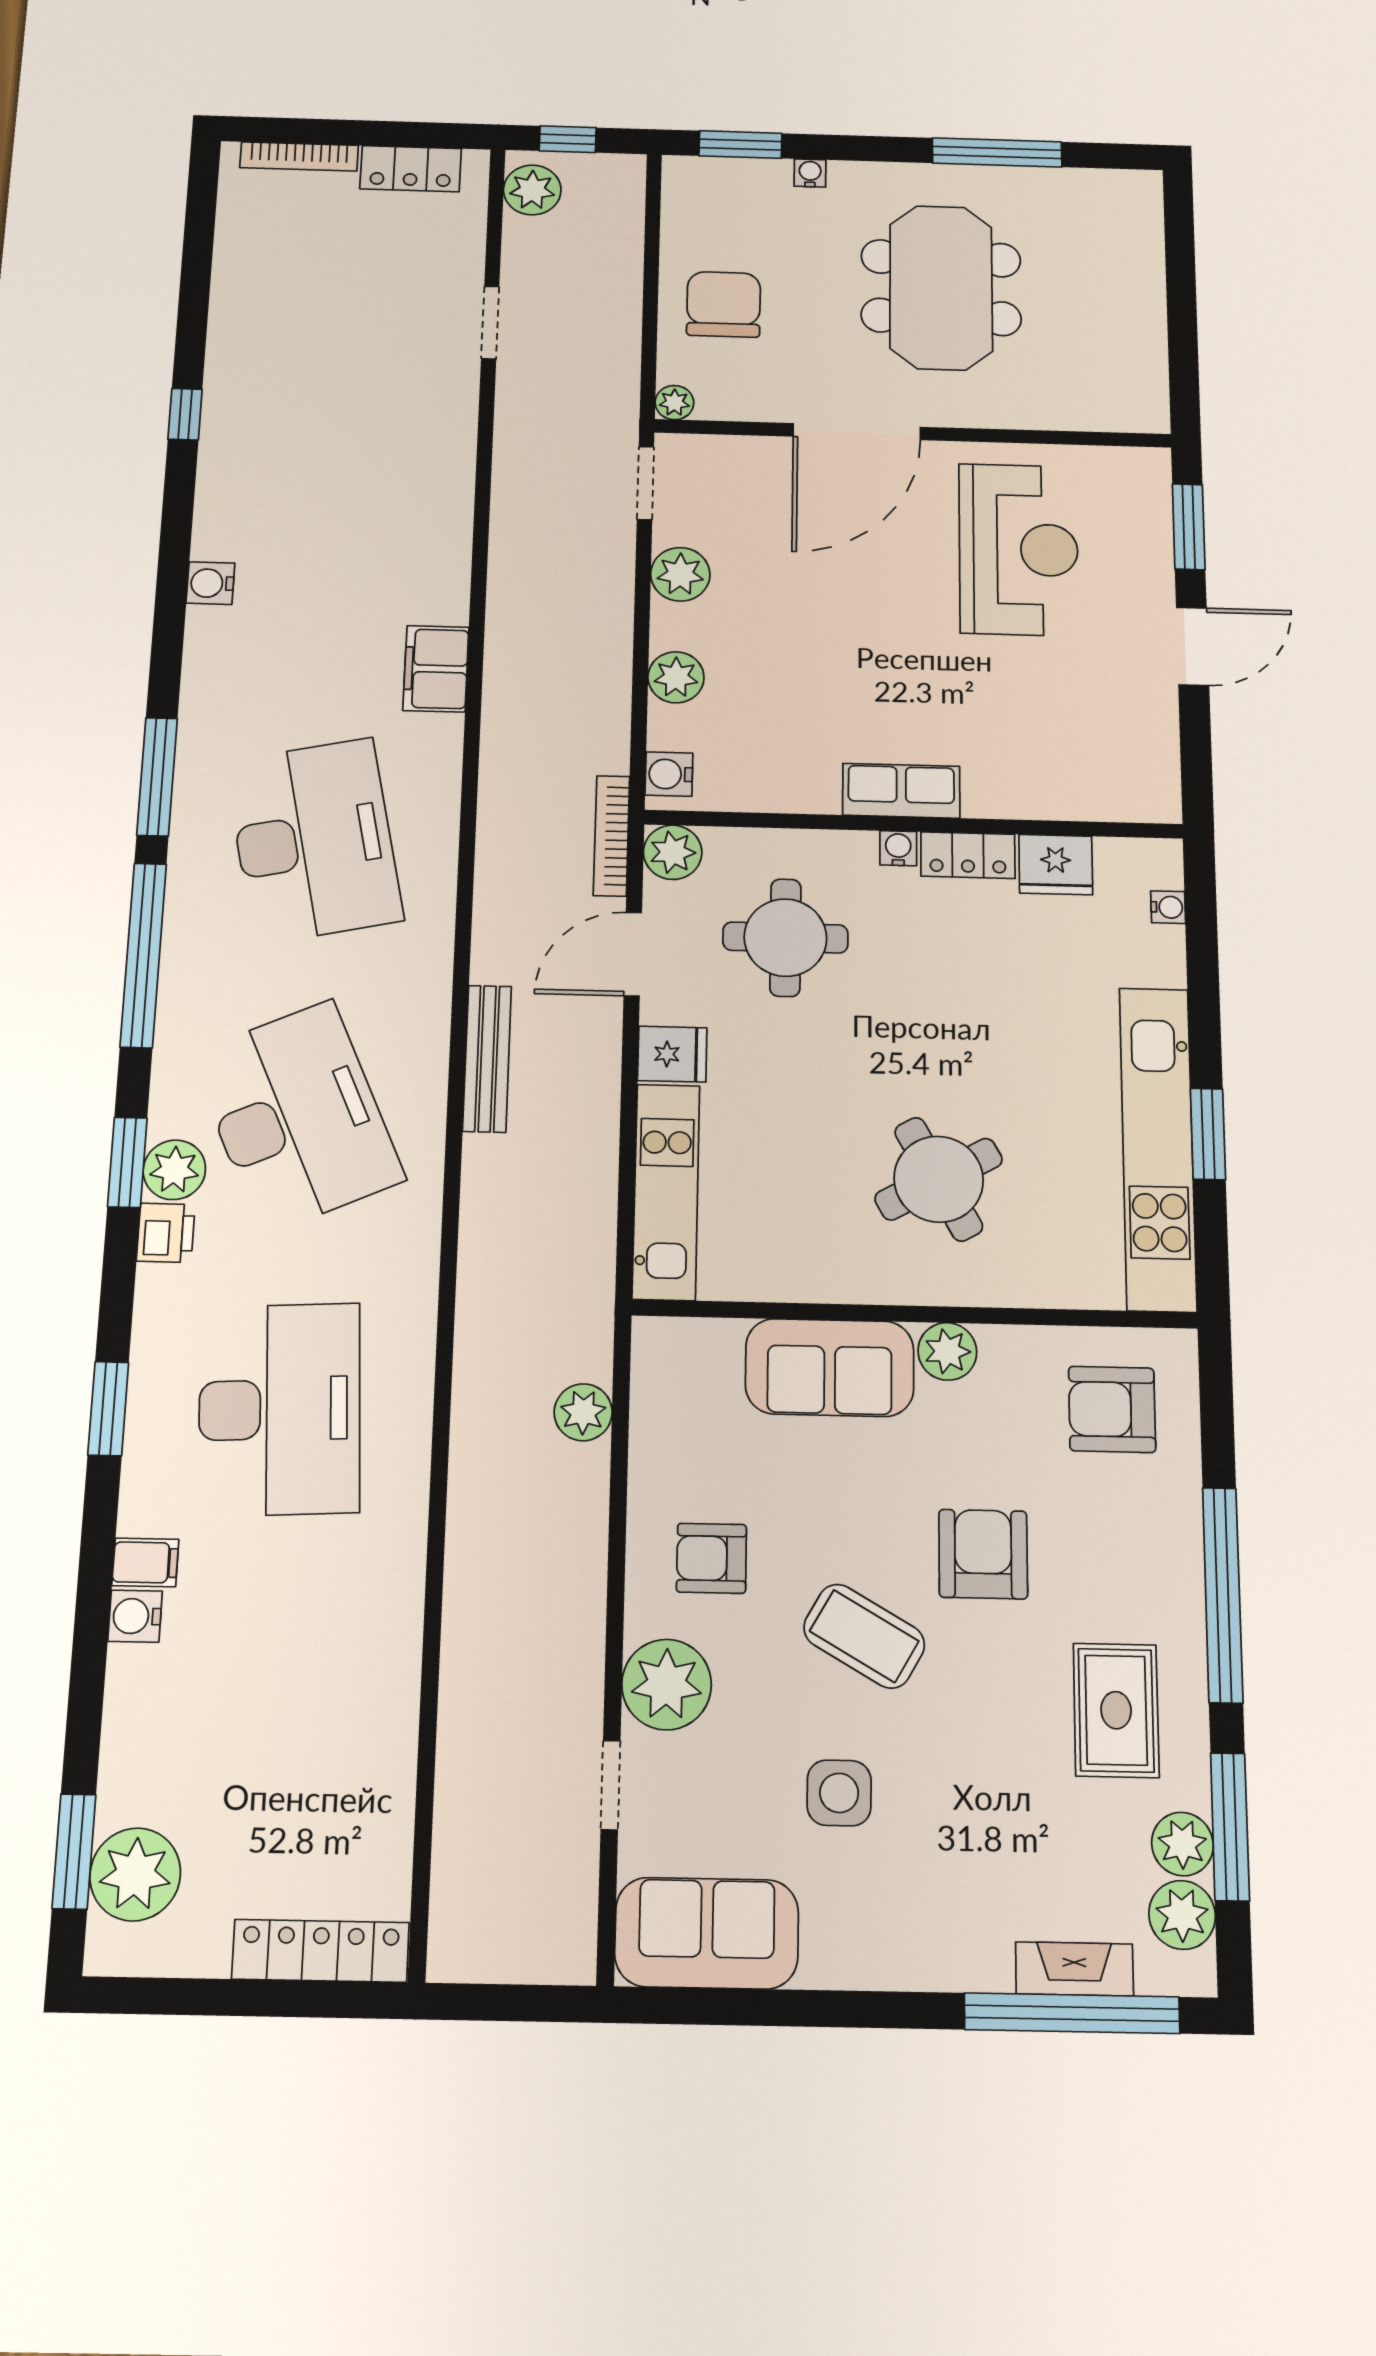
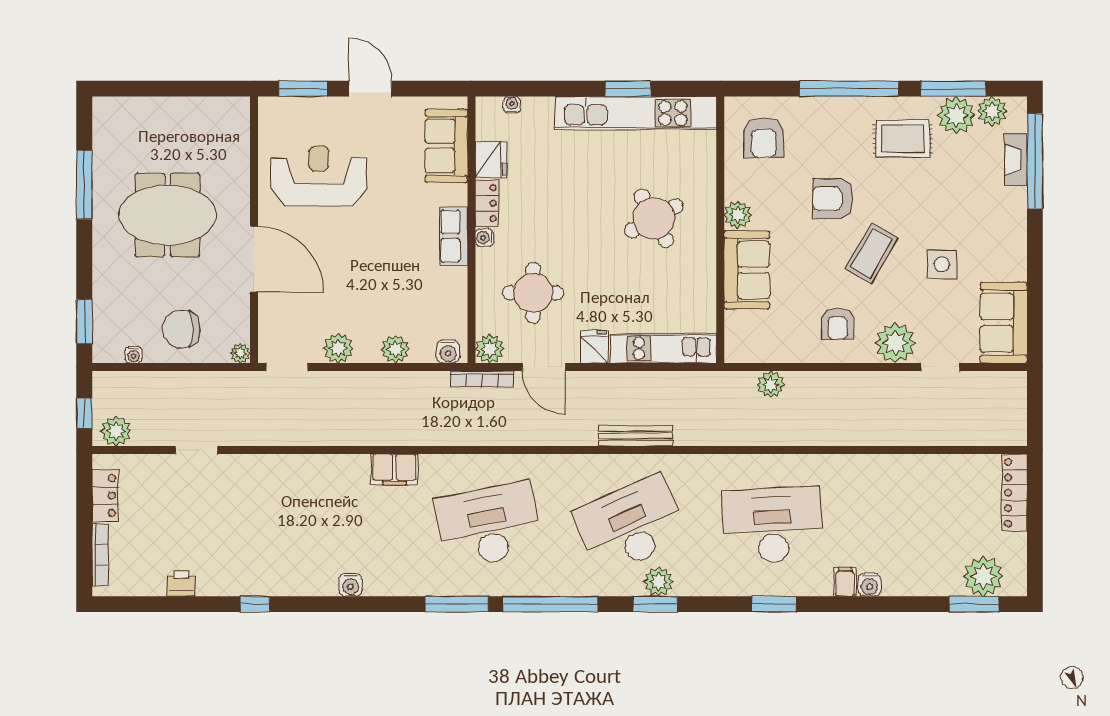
water cooler: (810, 173) -> (134, 355), moved, turned -90
sofa: (1082, 782) -> (446, 146), added
bench: (487, 1059) -> (636, 436), moved
printer: (166, 1233) -> (181, 583), moved
plant: (1182, 1844) -> (956, 115), width x1.36, depth x1.36

